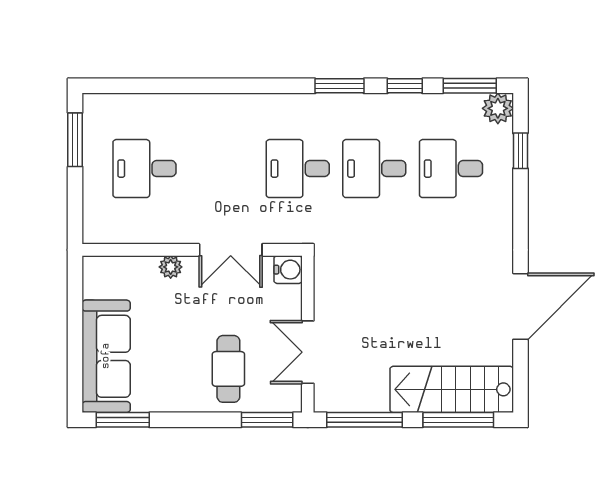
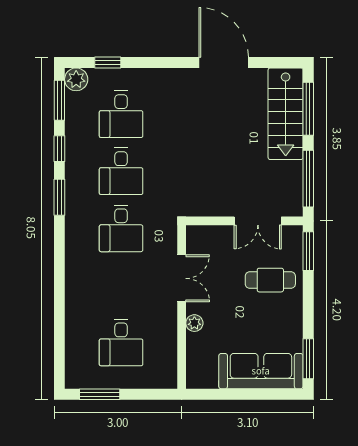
water cooler: (288, 270) -> (196, 236), removed

